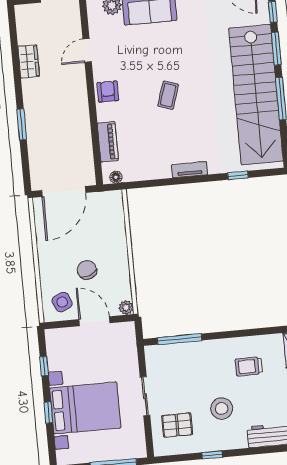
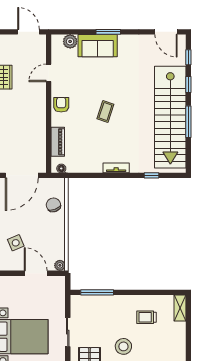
window: (276, 49) -> (188, 85), width x0.67
chair: (87, 270) -> (53, 205), moved
side table: (62, 302) -> (16, 243), moved

